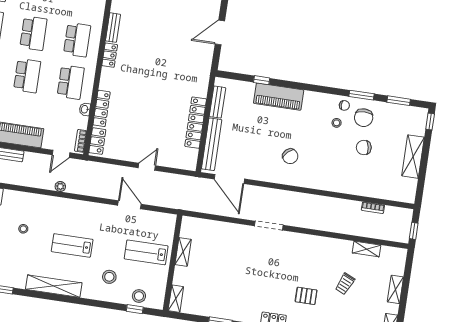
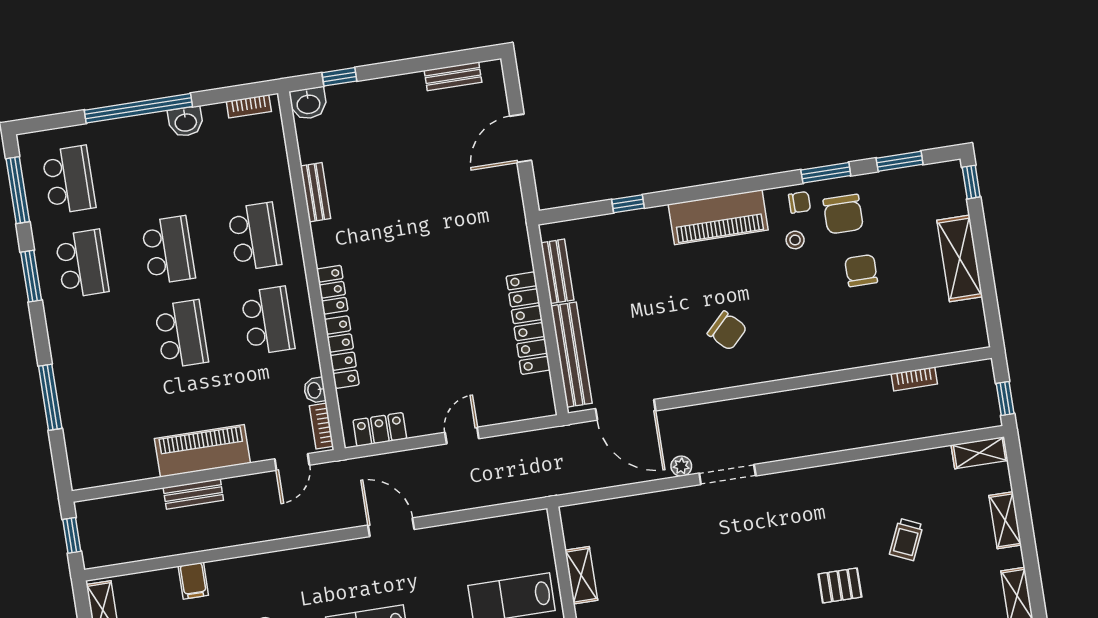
locker: (110, 55) -> (332, 290), moved
piano: (279, 97) -> (718, 217), moved
washbasin: (85, 109) -> (315, 390), moved
locker: (97, 141) -> (380, 429), moved, turned -90
chair: (364, 147) -> (861, 271), turned 99
plant: (60, 186) -> (681, 466), moved
door: (129, 205) -> (391, 527), moved
shelving: (367, 249) -> (980, 453), moved

